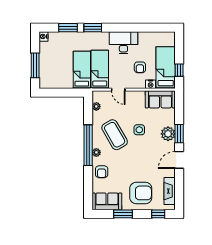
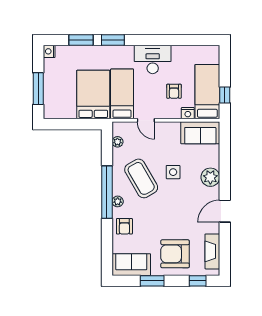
bed: (82, 70) -> (93, 95), width x1.50
window: (179, 134) -> (225, 177), removed
armchair: (141, 193) -> (175, 254), turned 180

